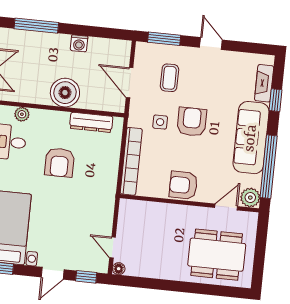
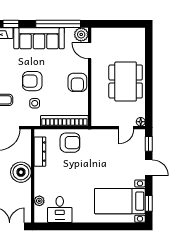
armchair: (59, 162) -> (70, 143), moved
dining table: (217, 255) -> (126, 82), moved

